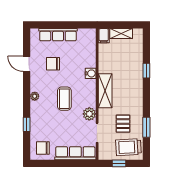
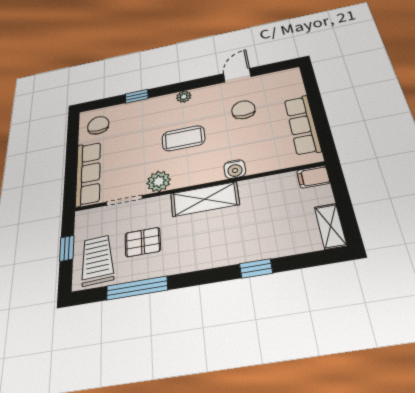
shelving: (121, 34) -> (330, 226), moved
row of seats: (58, 35) -> (302, 125), moved
window: (146, 127) -> (137, 288), width x1.44

